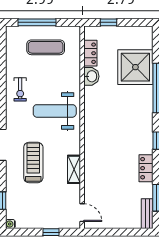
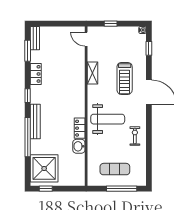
window: (109, 22) -> (46, 189), moved
locker: (90, 53) -> (80, 128), moved
shower: (135, 67) -> (44, 168), moved
bench: (147, 108) -> (35, 121), added

